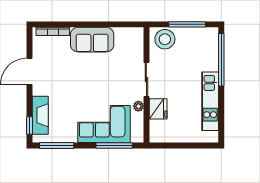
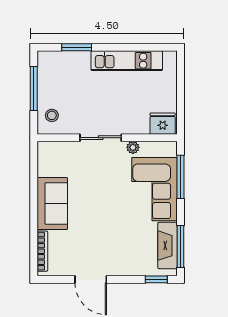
stool: (165, 39) -> (52, 115), width x0.53, depth x0.53
window: (221, 60) -> (77, 47), width x0.47
fridge: (158, 109) -> (163, 124), moved
fireplace: (40, 115) -> (168, 246), moved, turned -90

